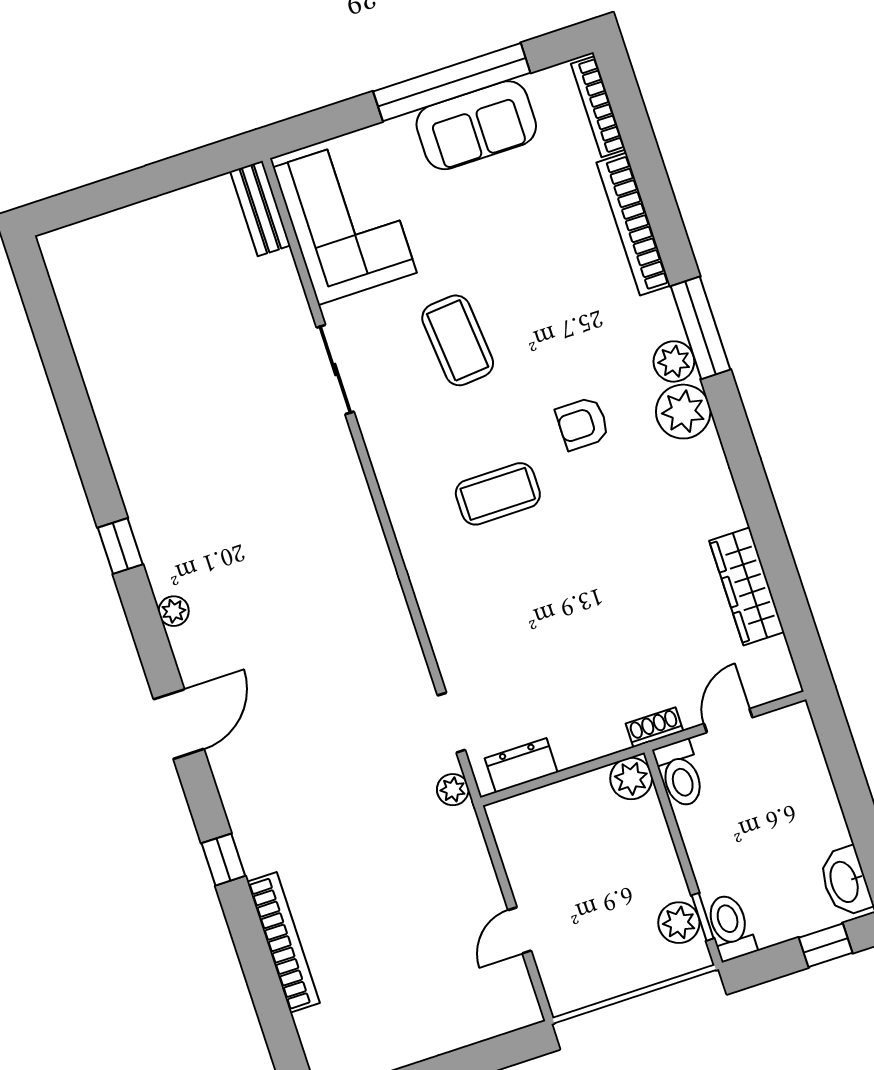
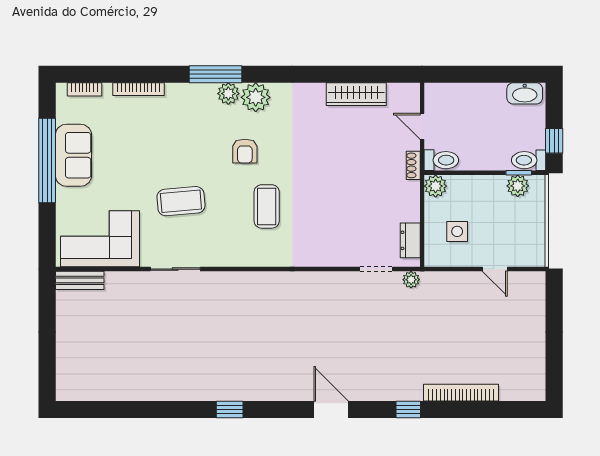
bookcase: (598, 107) -> (84, 89), width x0.64
bookcase: (633, 224) -> (139, 89), width x0.68, depth x0.76
plant: (174, 611) -> (272, 393), removed
side table: (564, 843) -> (457, 231), added
window: (826, 945) -> (554, 141), moved

